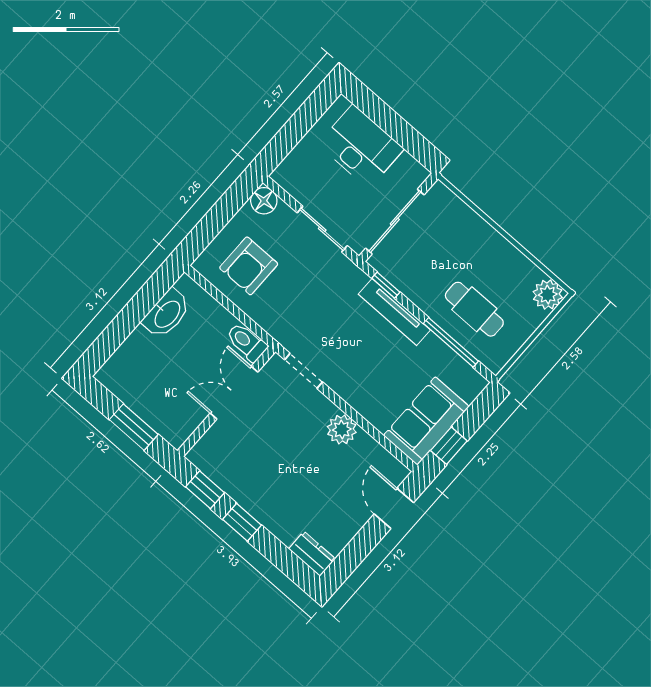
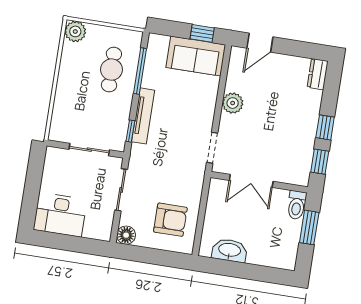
desk: (361, 147) -> (60, 215), moved, turned -90
sliding door: (395, 222) -> (89, 150), width x0.73
toilet: (247, 342) -> (297, 205), moved

